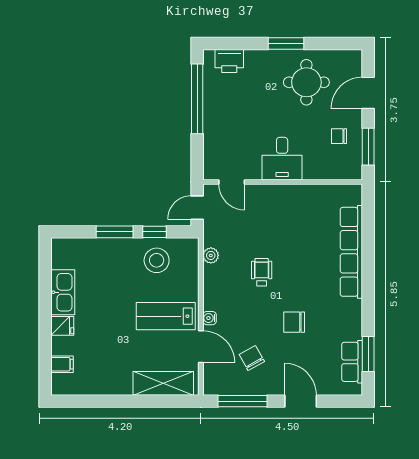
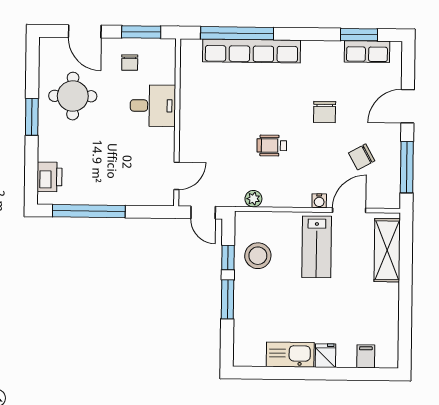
desk: (282, 159) -> (153, 106), moved
window: (368, 238) -> (237, 33), added

